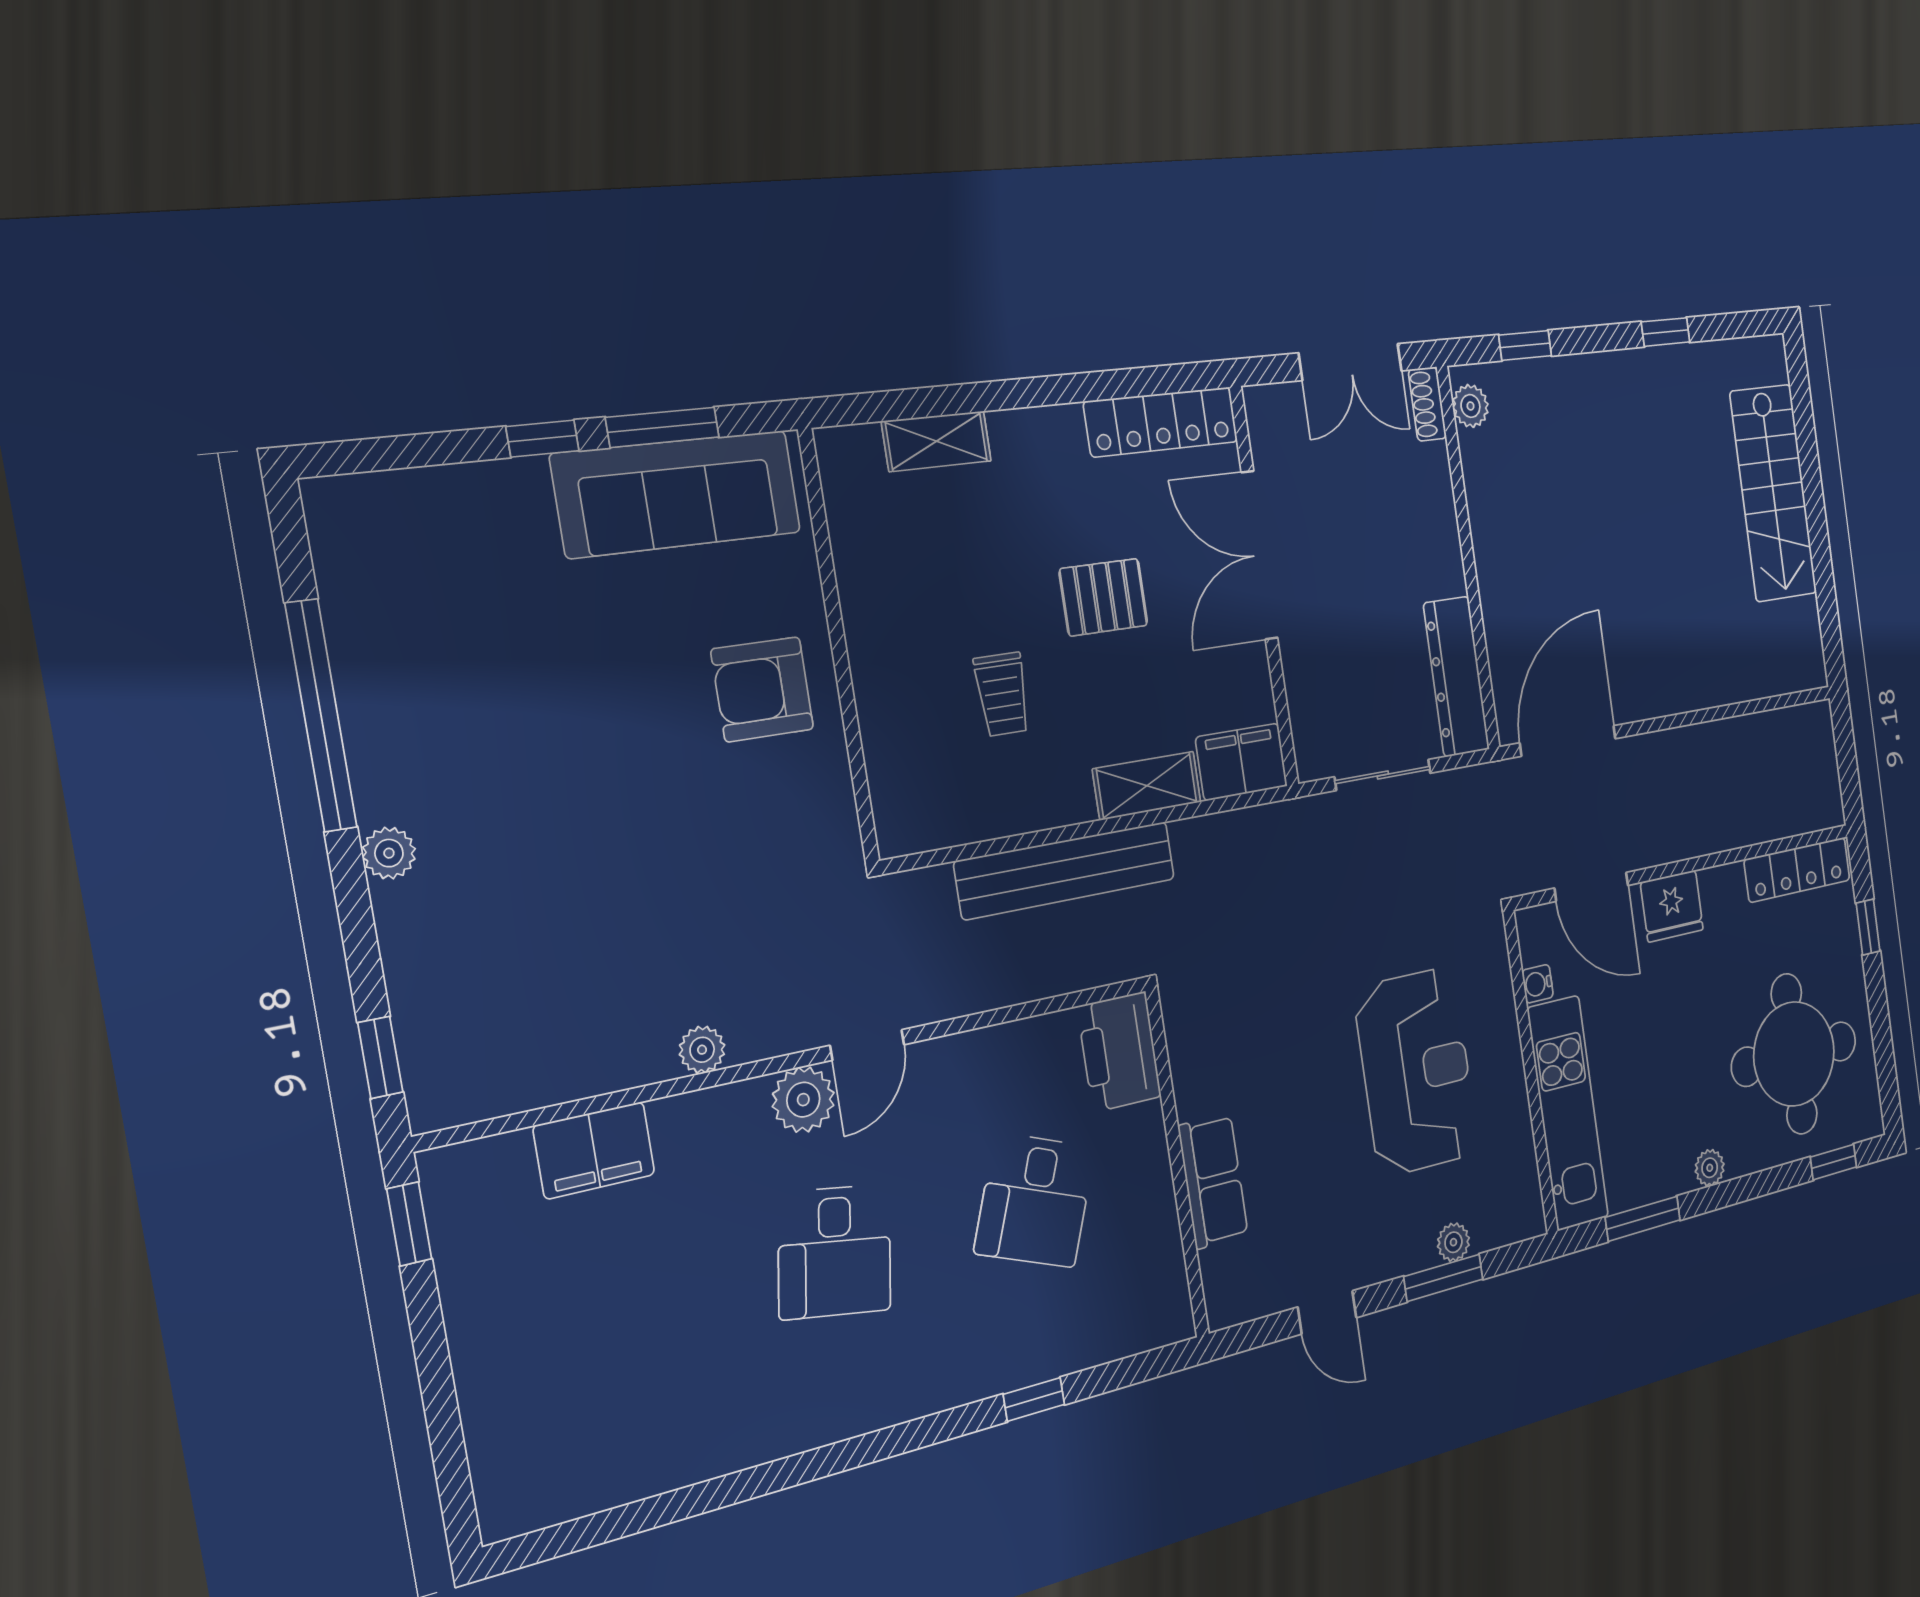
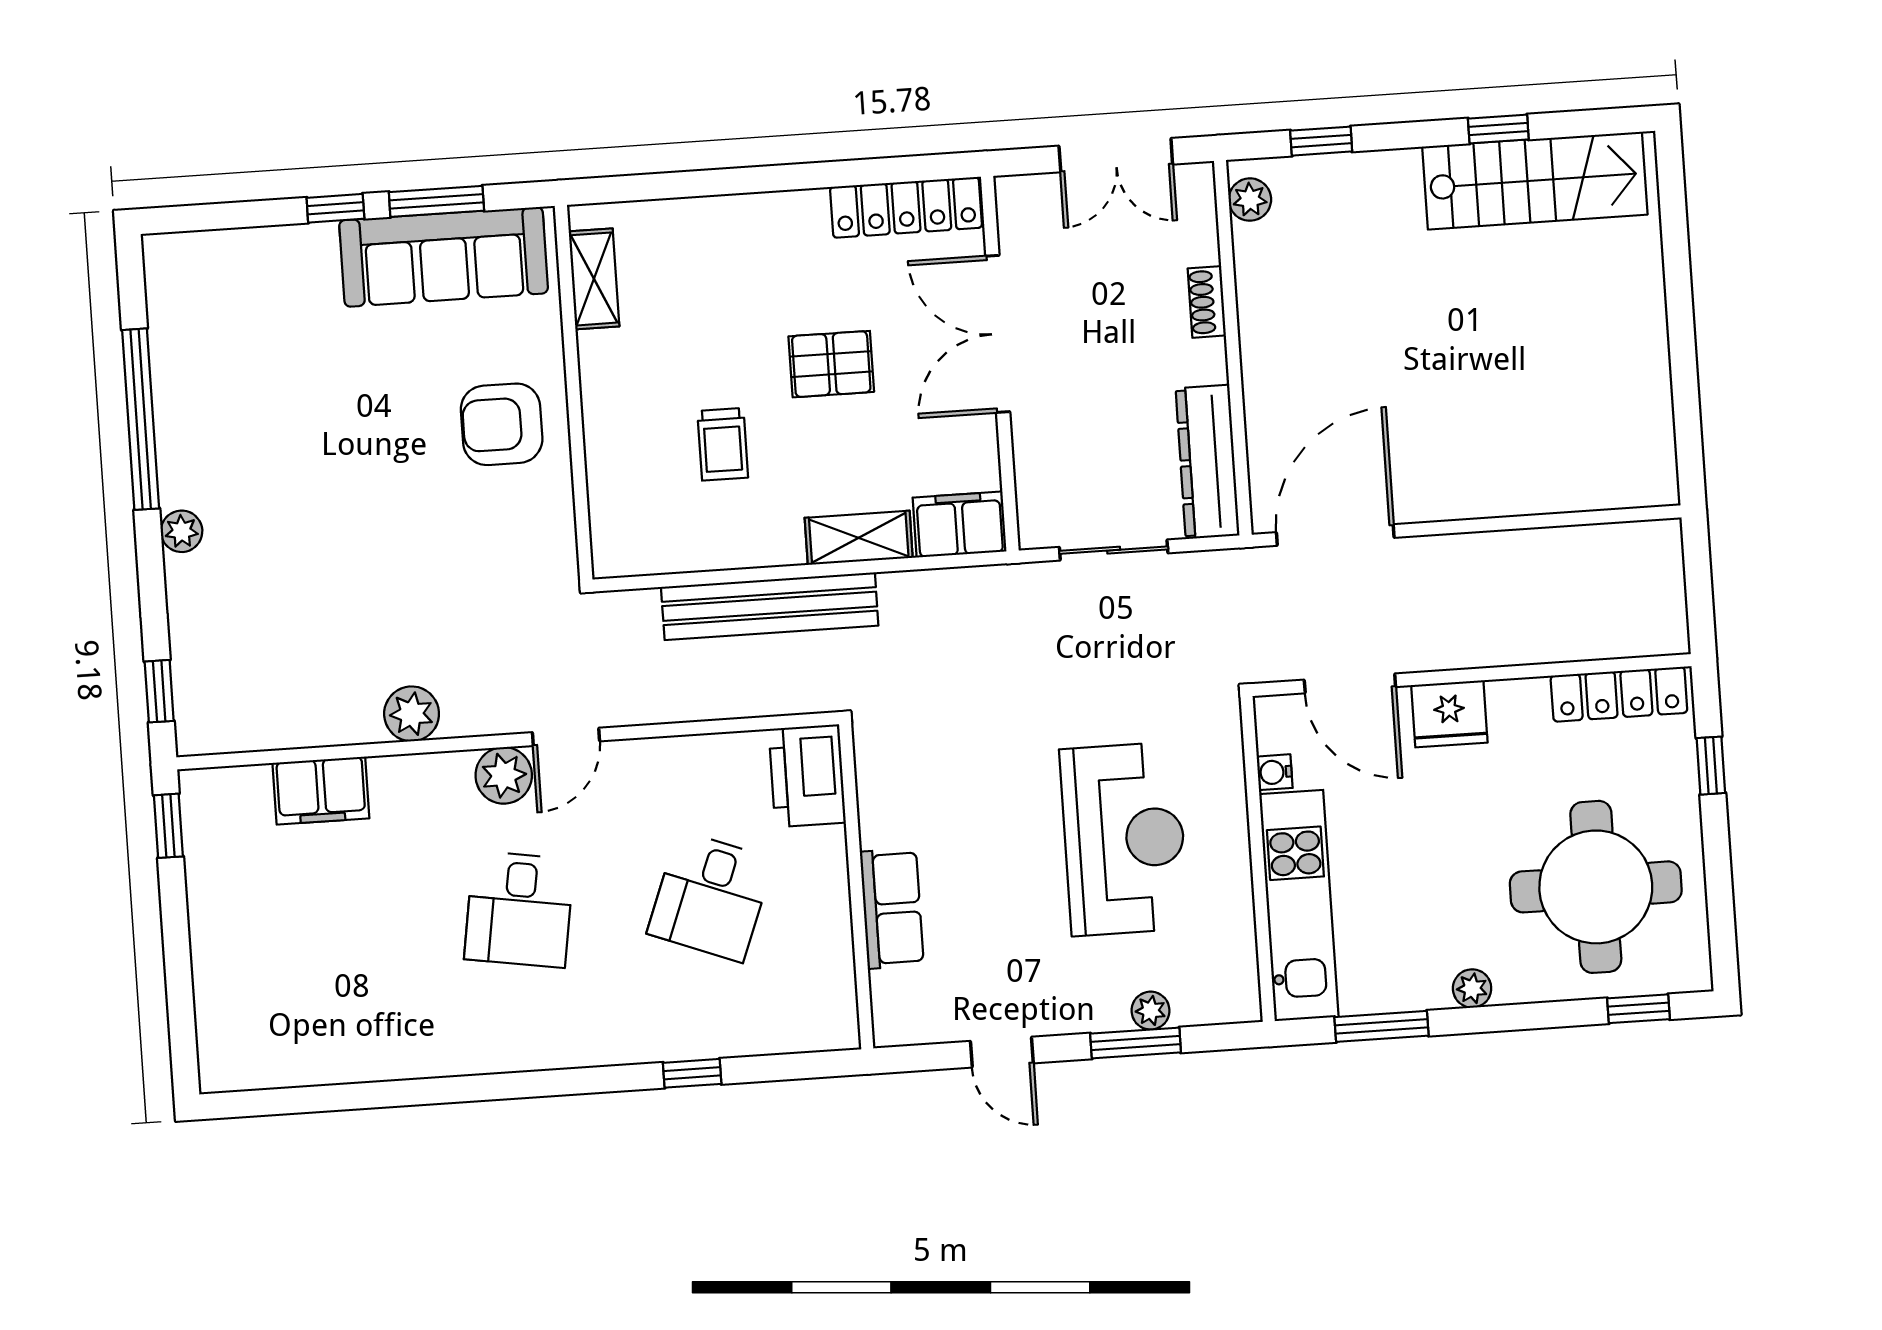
shoe rack: (1427, 404) -> (1207, 302), moved
shelving: (937, 441) -> (594, 279), moved, turned 90
stairs: (1773, 493) -> (1535, 181), moved, turned -90
plant: (702, 1050) -> (412, 714), width x1.38, depth x1.38

